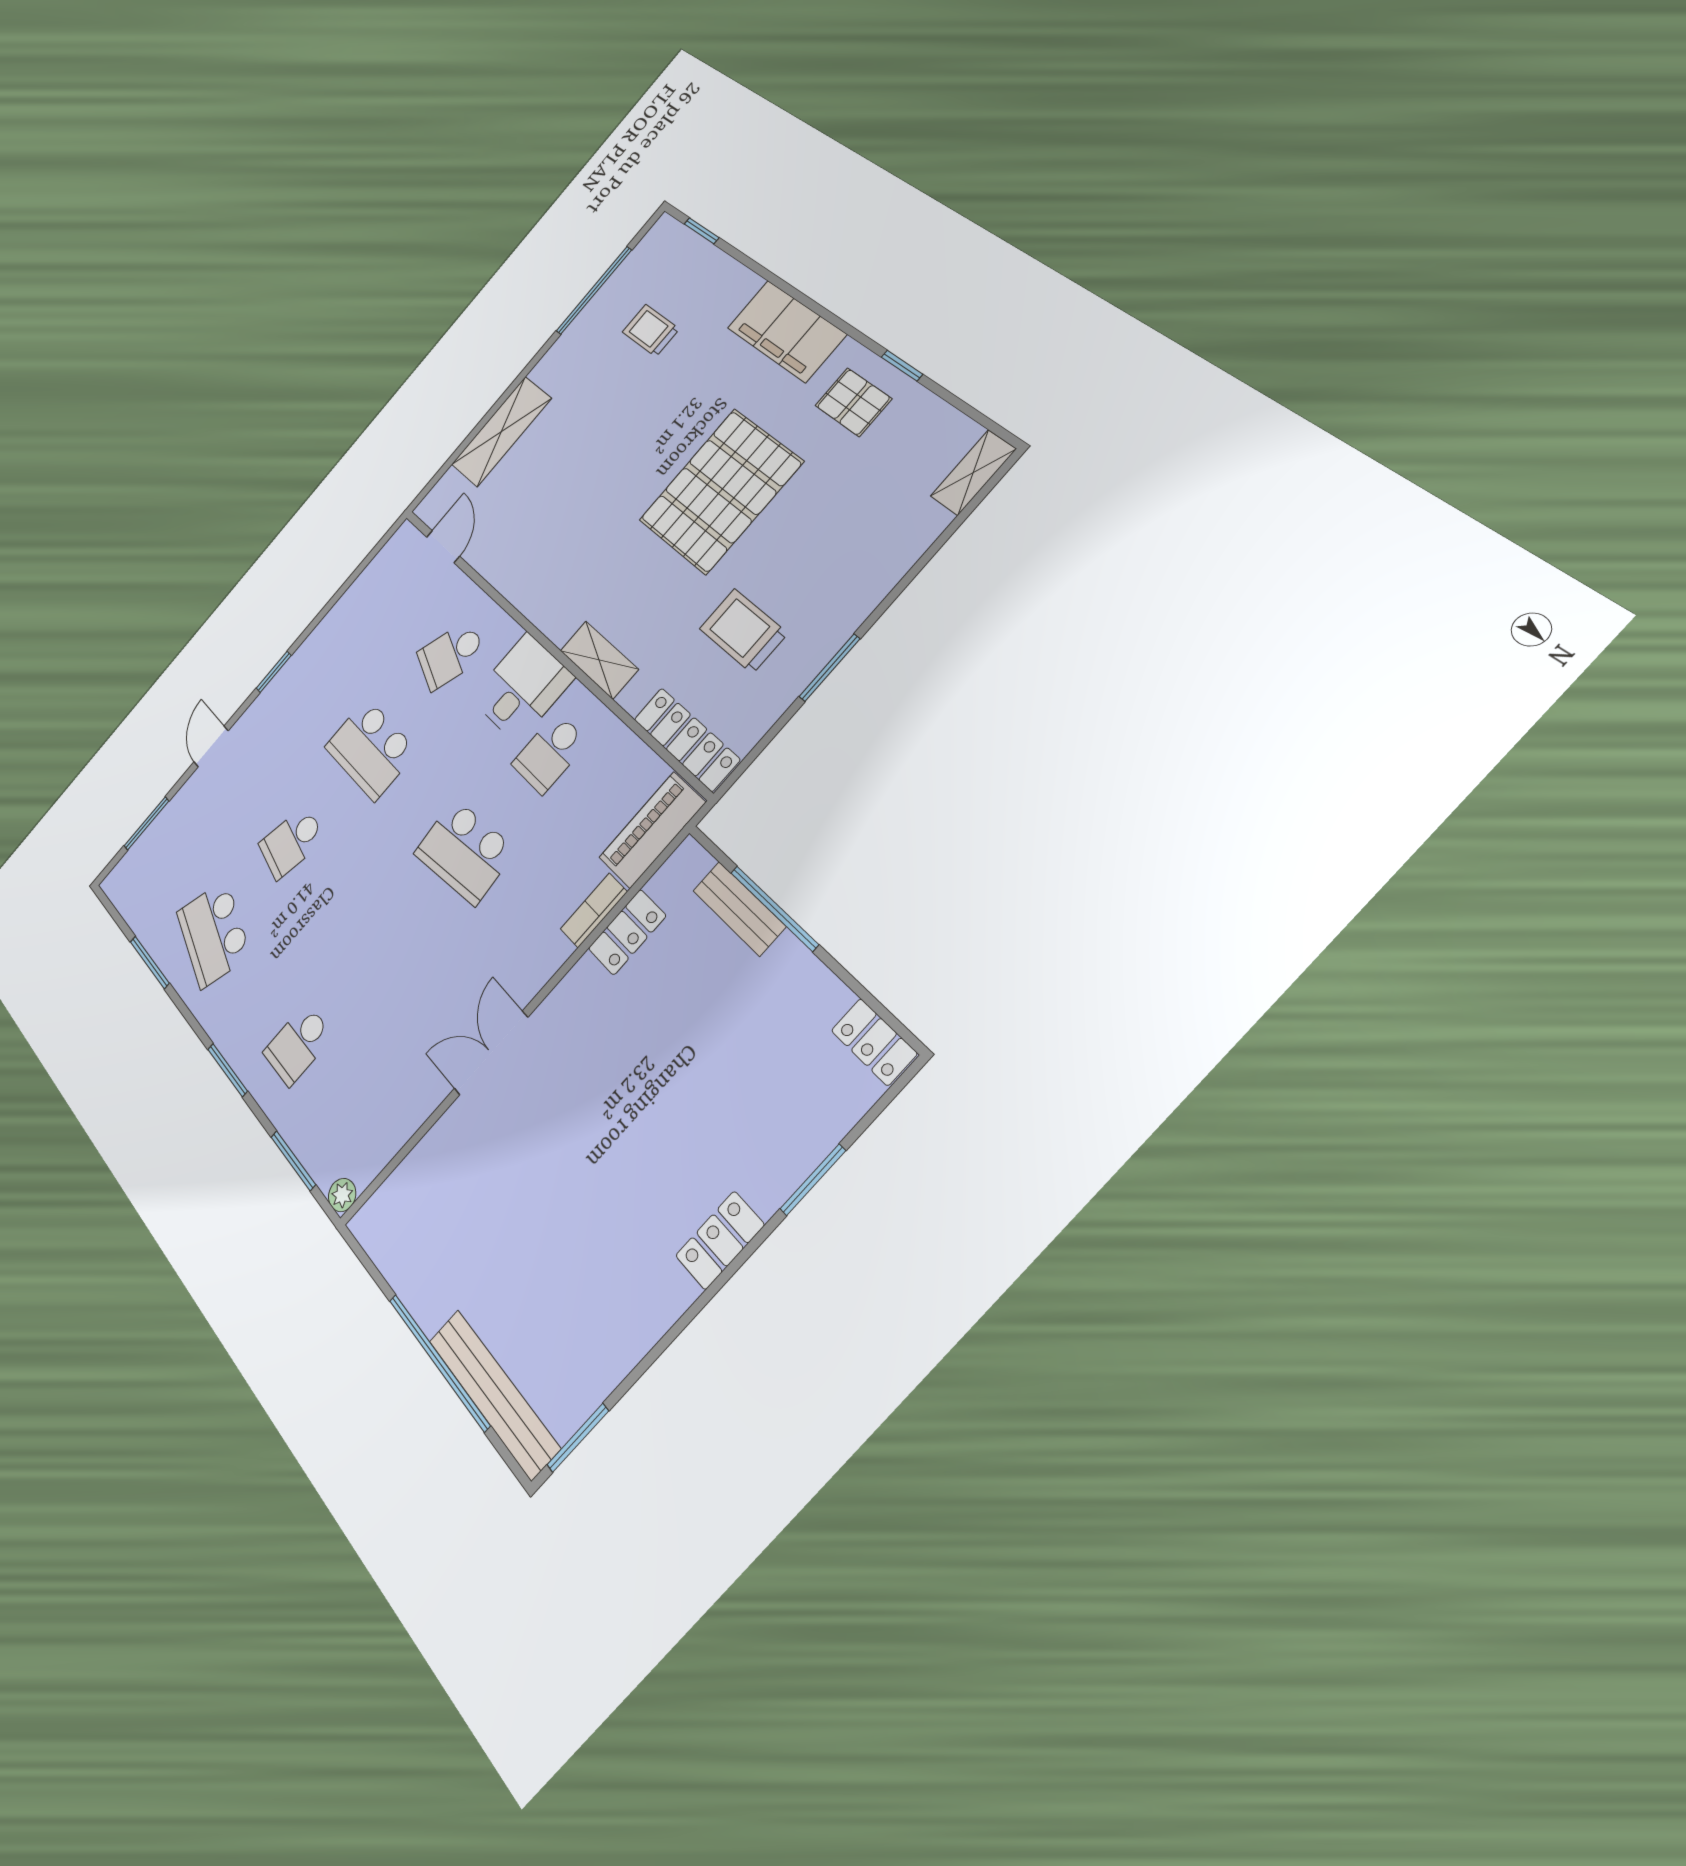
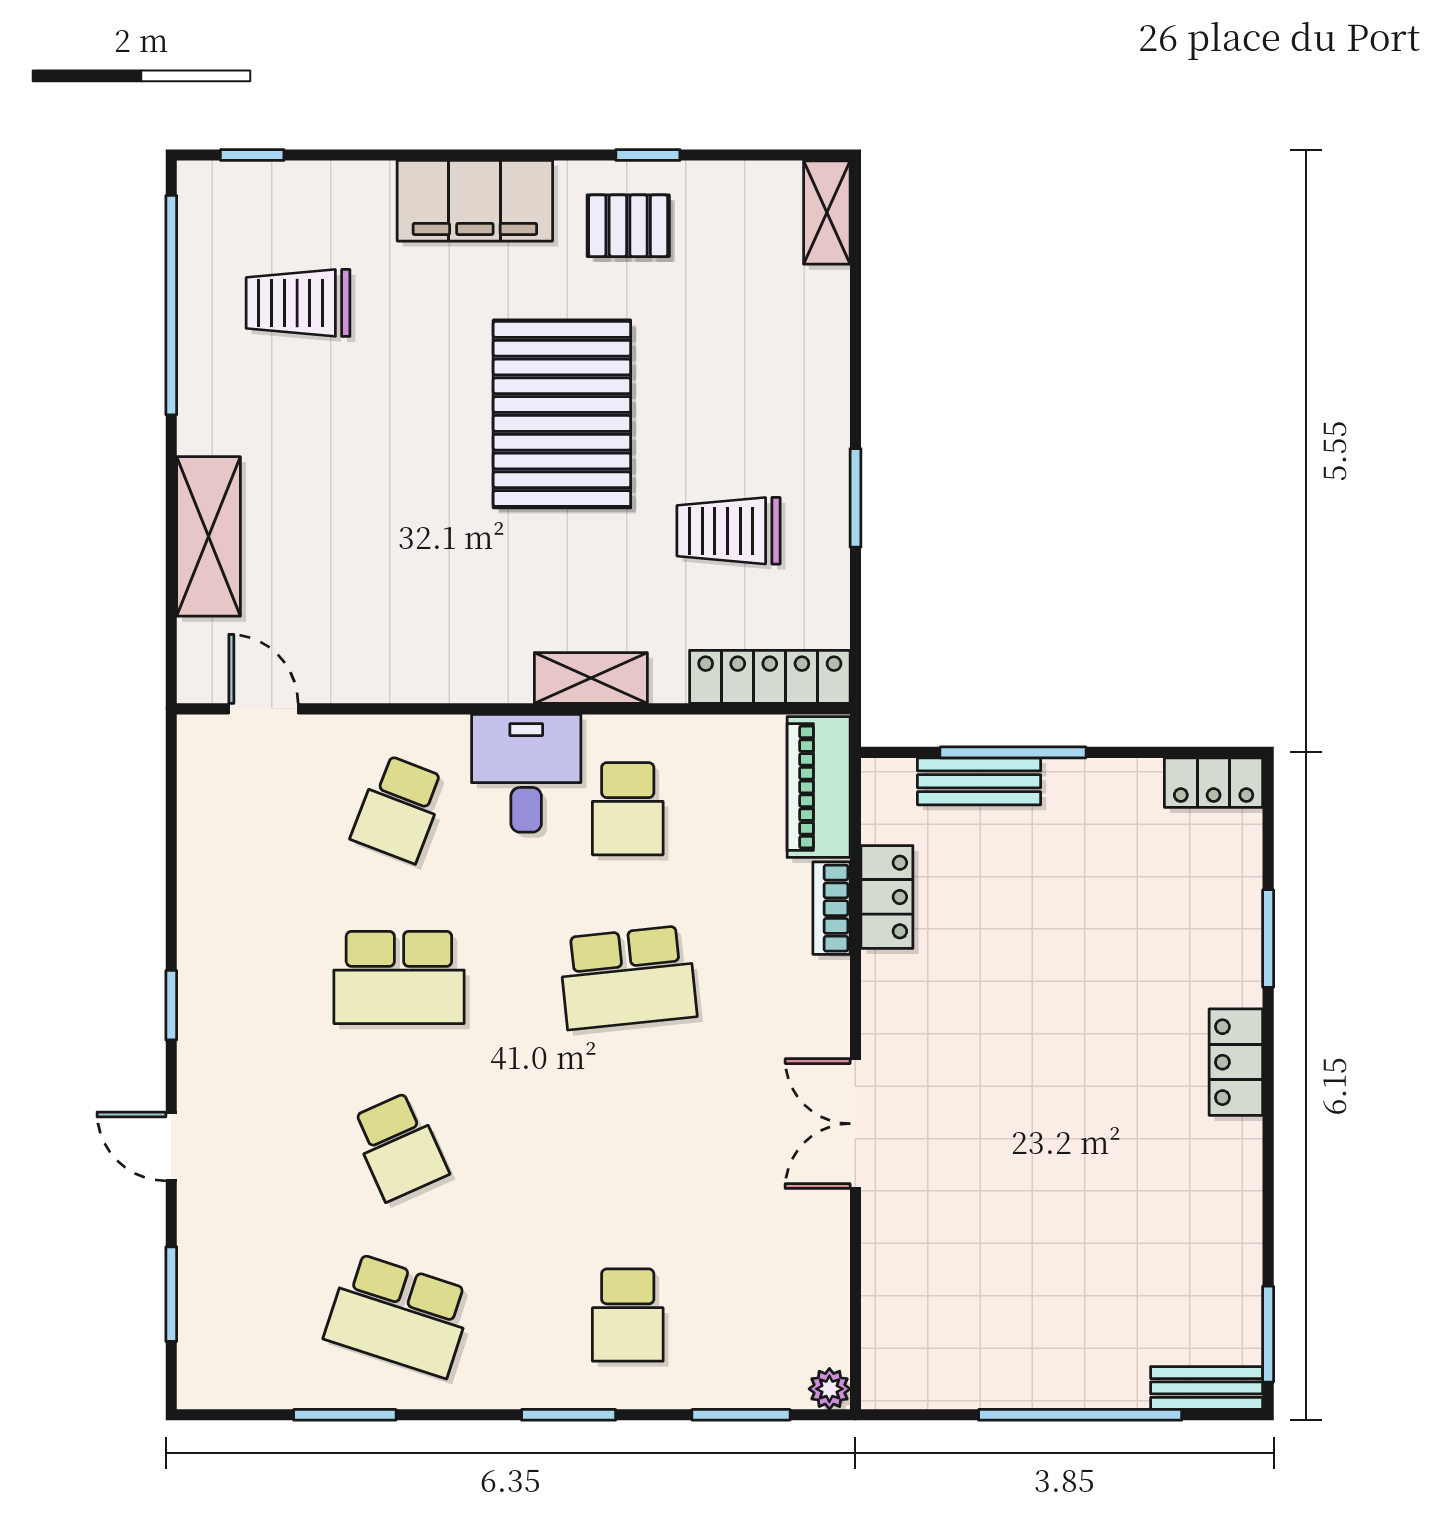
window: (594, 290) -> (171, 305), width x1.46
trolley: (651, 331) -> (298, 303), width x1.36, depth x1.39
school desk: (292, 842) -> (399, 1146), turned -36
bench: (494, 1394) -> (1207, 1388), width x0.54, depth x0.82

